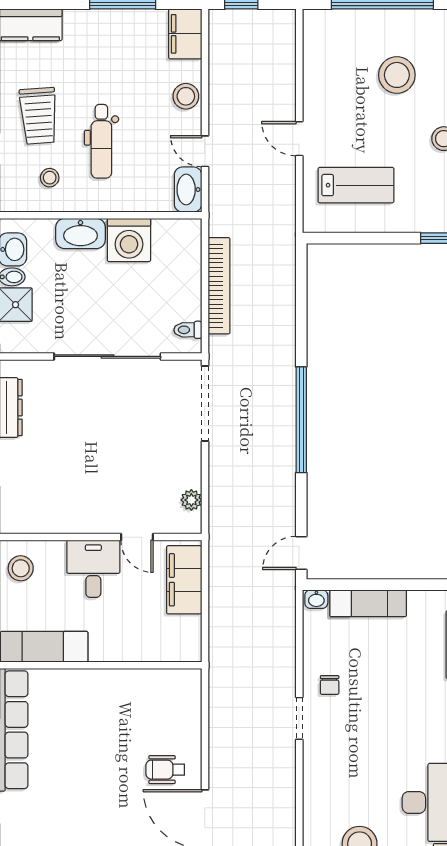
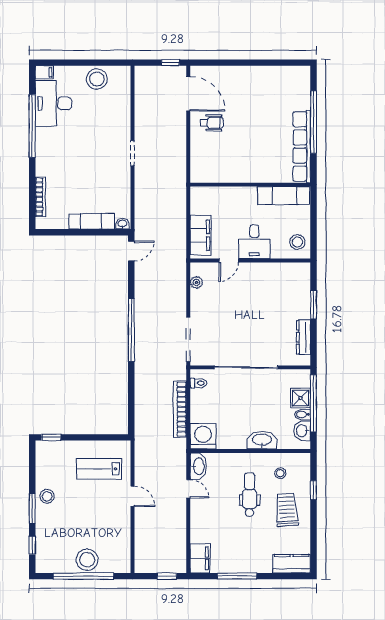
stool: (397, 75) -> (87, 560), moved
stool: (186, 96) -> (200, 521), removed
washing machine: (129, 240) -> (203, 436), moved
door: (137, 537) -> (229, 261), swing flipped
chair: (330, 685) -> (115, 173), removed

